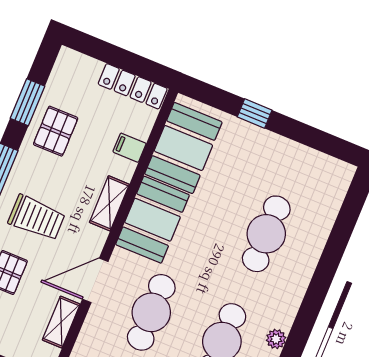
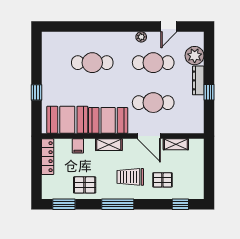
window: (27, 102) -> (64, 204), moved
trolley: (37, 218) -> (130, 177), turned -90

